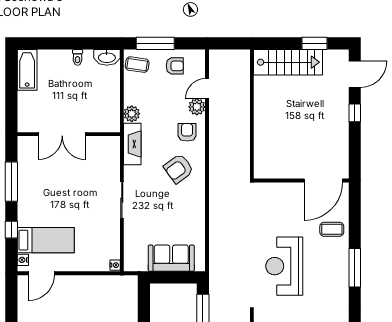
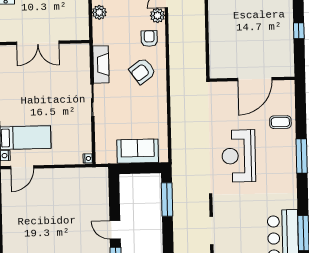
window: (355, 113) -> (299, 31), moved
plant: (132, 114) -> (99, 12), moved
fireplace: (132, 144) -> (101, 64), moved
door: (323, 181) -> (255, 79), moved

